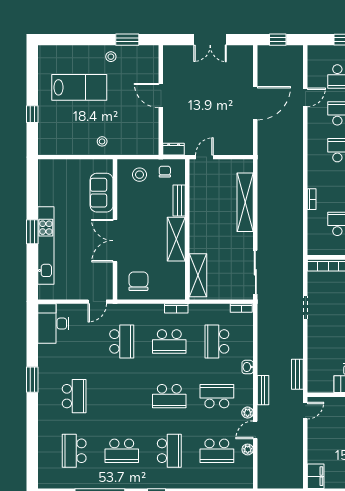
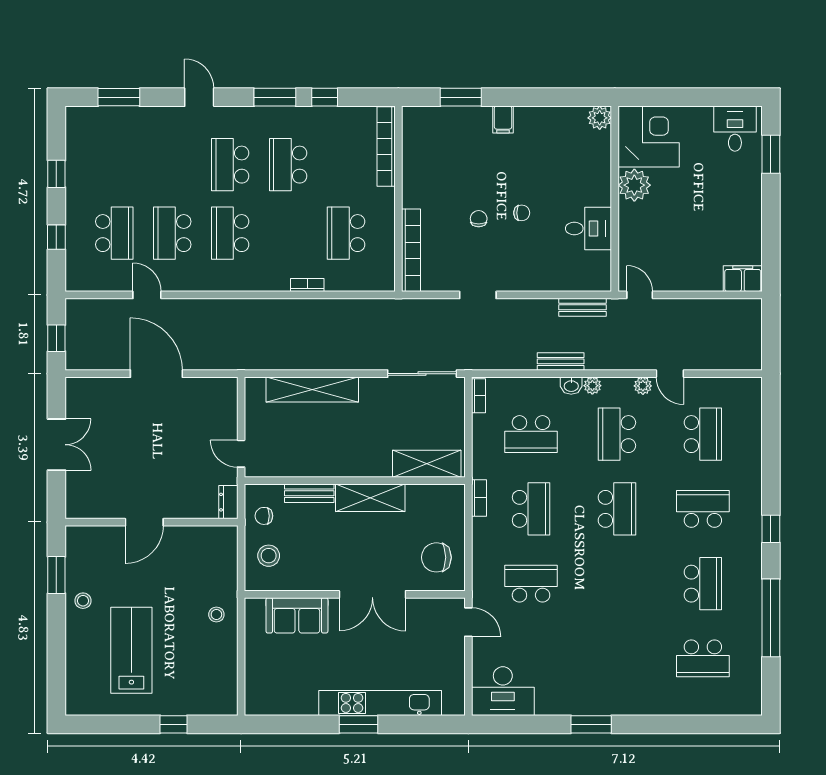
bench: (263, 390) -> (561, 361), moved
school desk: (74, 396) -> (617, 658), removed
plant: (248, 449) -> (592, 386), moved

